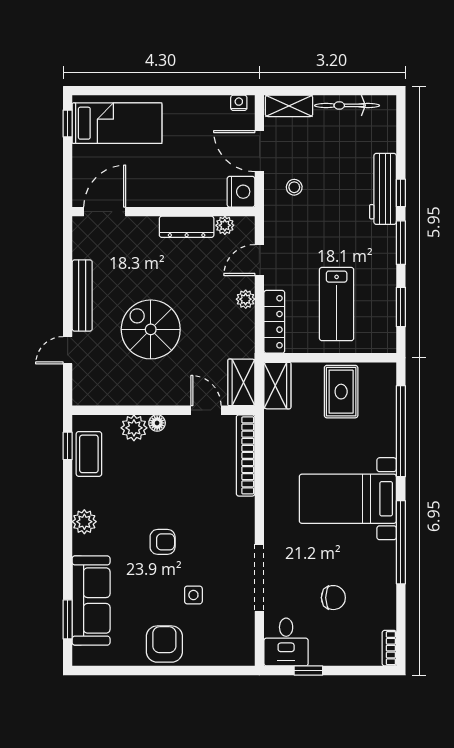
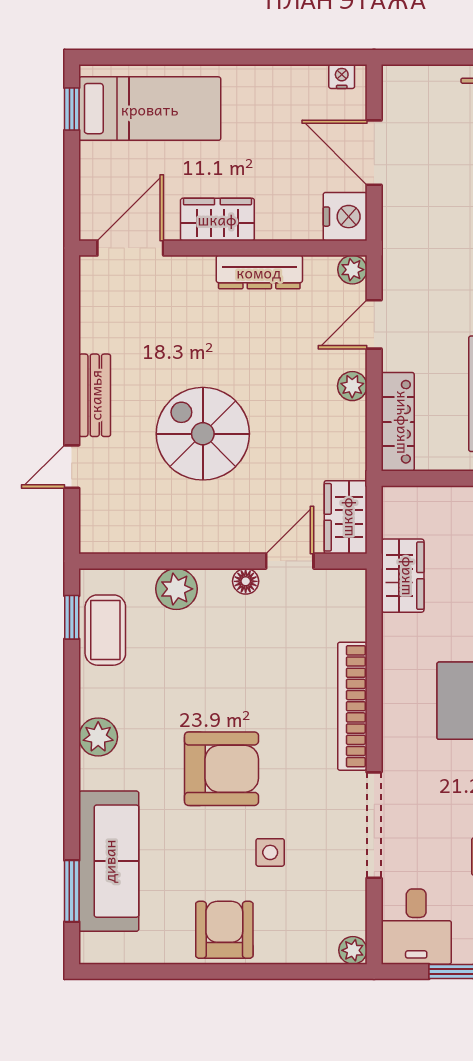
shelving: (289, 106) -> (421, 81), removed
stool: (294, 187) -> (429, 210), removed
wardrobe: (160, 194) -> (217, 219), added
plant: (225, 225) -> (352, 270), moved
bench: (82, 296) -> (95, 395), width x0.73
wardrobe: (277, 386) -> (403, 576), moved
door: (206, 410) -> (290, 561), hinge flipped
floor lamp: (157, 423) -> (246, 581), moved
bookcase: (246, 455) -> (352, 706), moved
armchair: (163, 542) -> (221, 769), width x1.88, depth x1.88
plant: (246, 657) -> (353, 950), added

